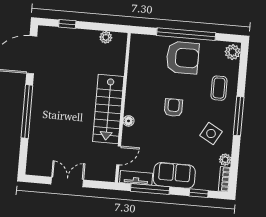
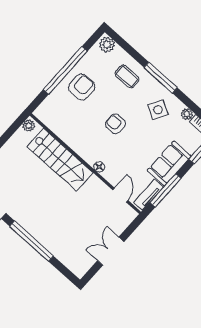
plant: (106, 37) -> (29, 126), moved
armchair: (183, 58) -> (82, 87), width x0.73, depth x0.73
stairs: (108, 109) -> (60, 160), moved

